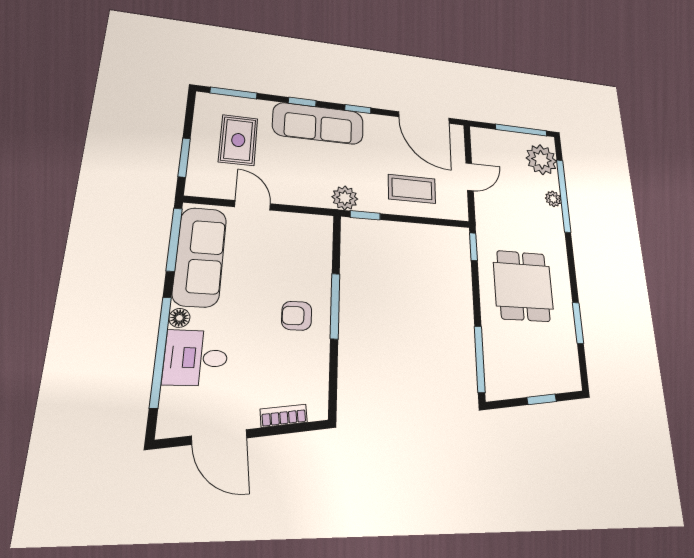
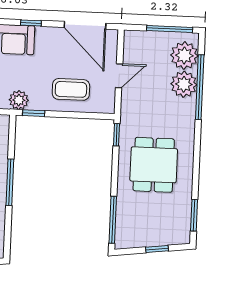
plant: (553, 199) -> (184, 84), width x1.88, depth x1.88
window: (578, 323) -> (194, 215), moved

